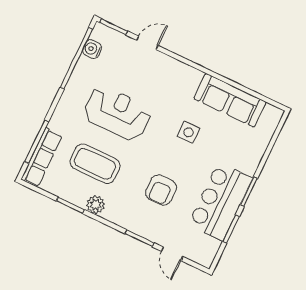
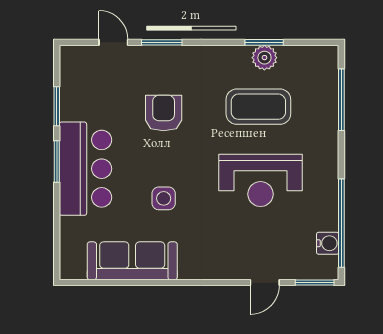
row of seats: (42, 157) -> (326, 84), removed
bar counter: (220, 201) -> (85, 169), moved
plant: (96, 205) -> (264, 58), moved

